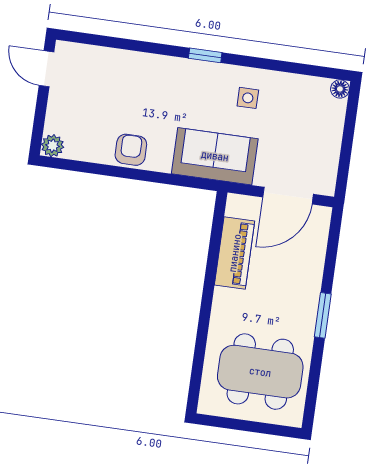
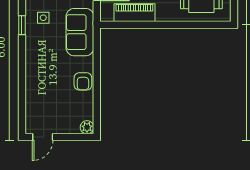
window: (205, 55) -> (22, 25), moved
armchair: (131, 150) -> (83, 81), turned -90

